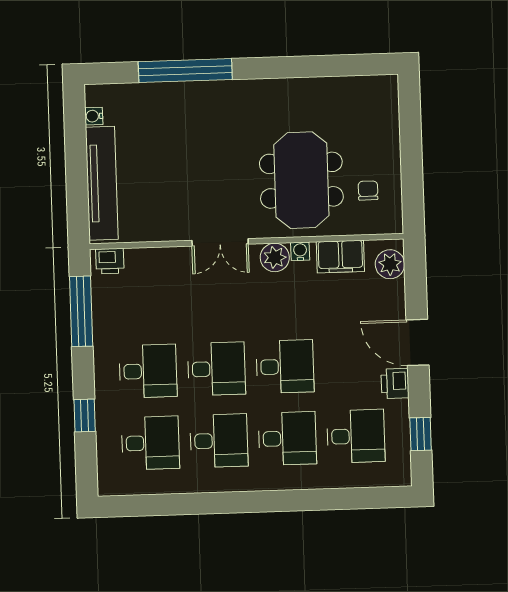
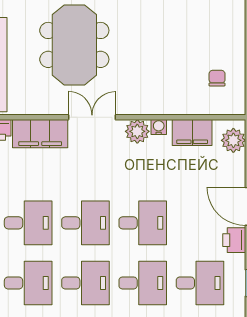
meeting table: (301, 180) -> (74, 45), moved
double door: (220, 242) -> (92, 117), swing flipped
filing cabinet: (159, 264) -> (40, 134), added

